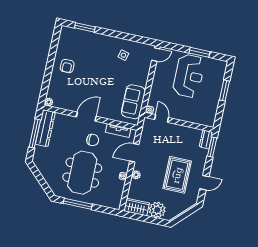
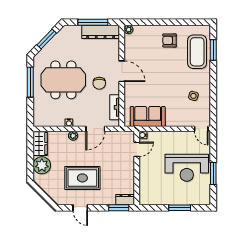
coffee table: (83, 43) -> (197, 52), added
door: (134, 153) -> (95, 129), swing flipped
window: (41, 180) -> (47, 39), added

